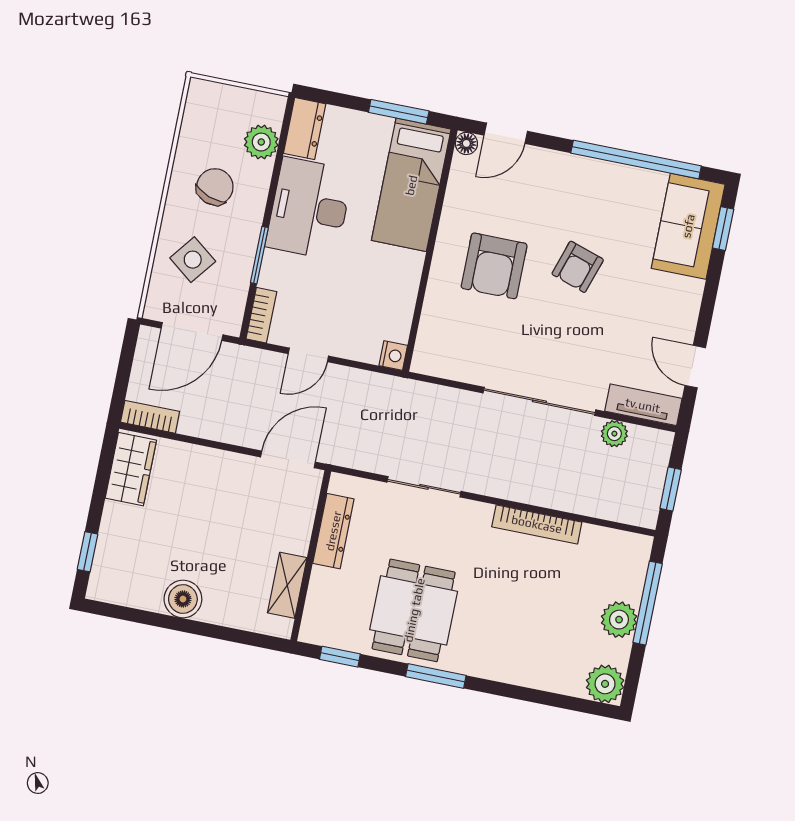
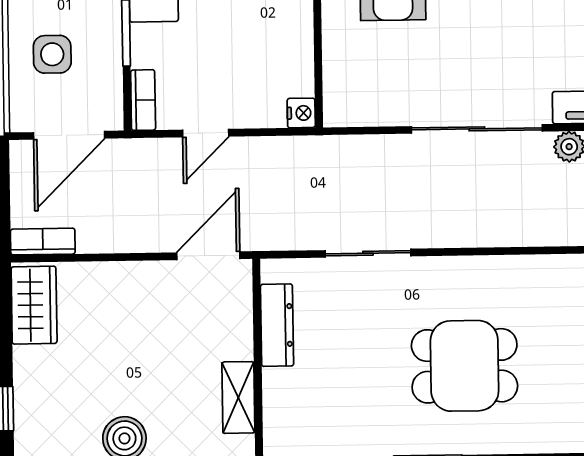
side table: (193, 260) -> (52, 54), turned -38
bookcase: (537, 524) -> (504, 268), removed
dining table: (414, 610) -> (465, 366), moved, turned 90

